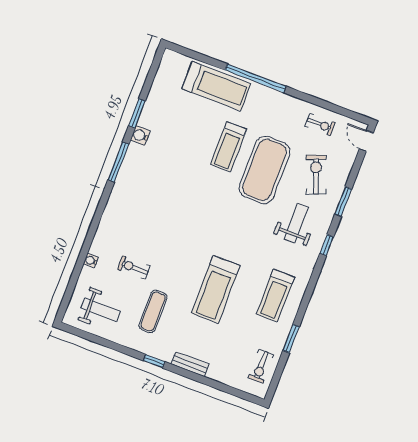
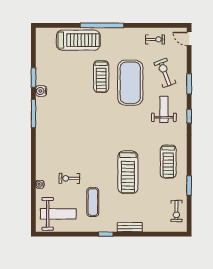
weight bench: (101, 310) -> (58, 214), width x1.36, depth x1.33

